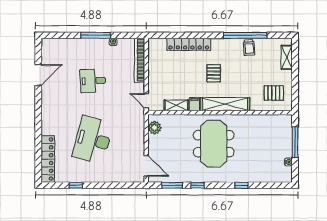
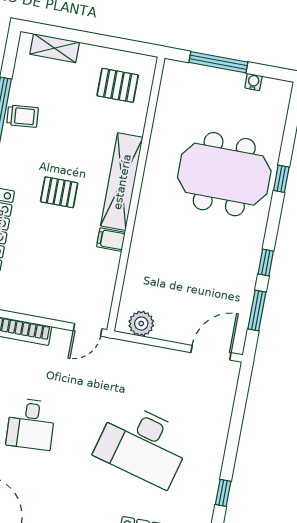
pallet: (274, 93) -> (118, 85), turned 90
shelving: (176, 105) -> (107, 274), removed
meeting table: (214, 144) -> (224, 174), moved

